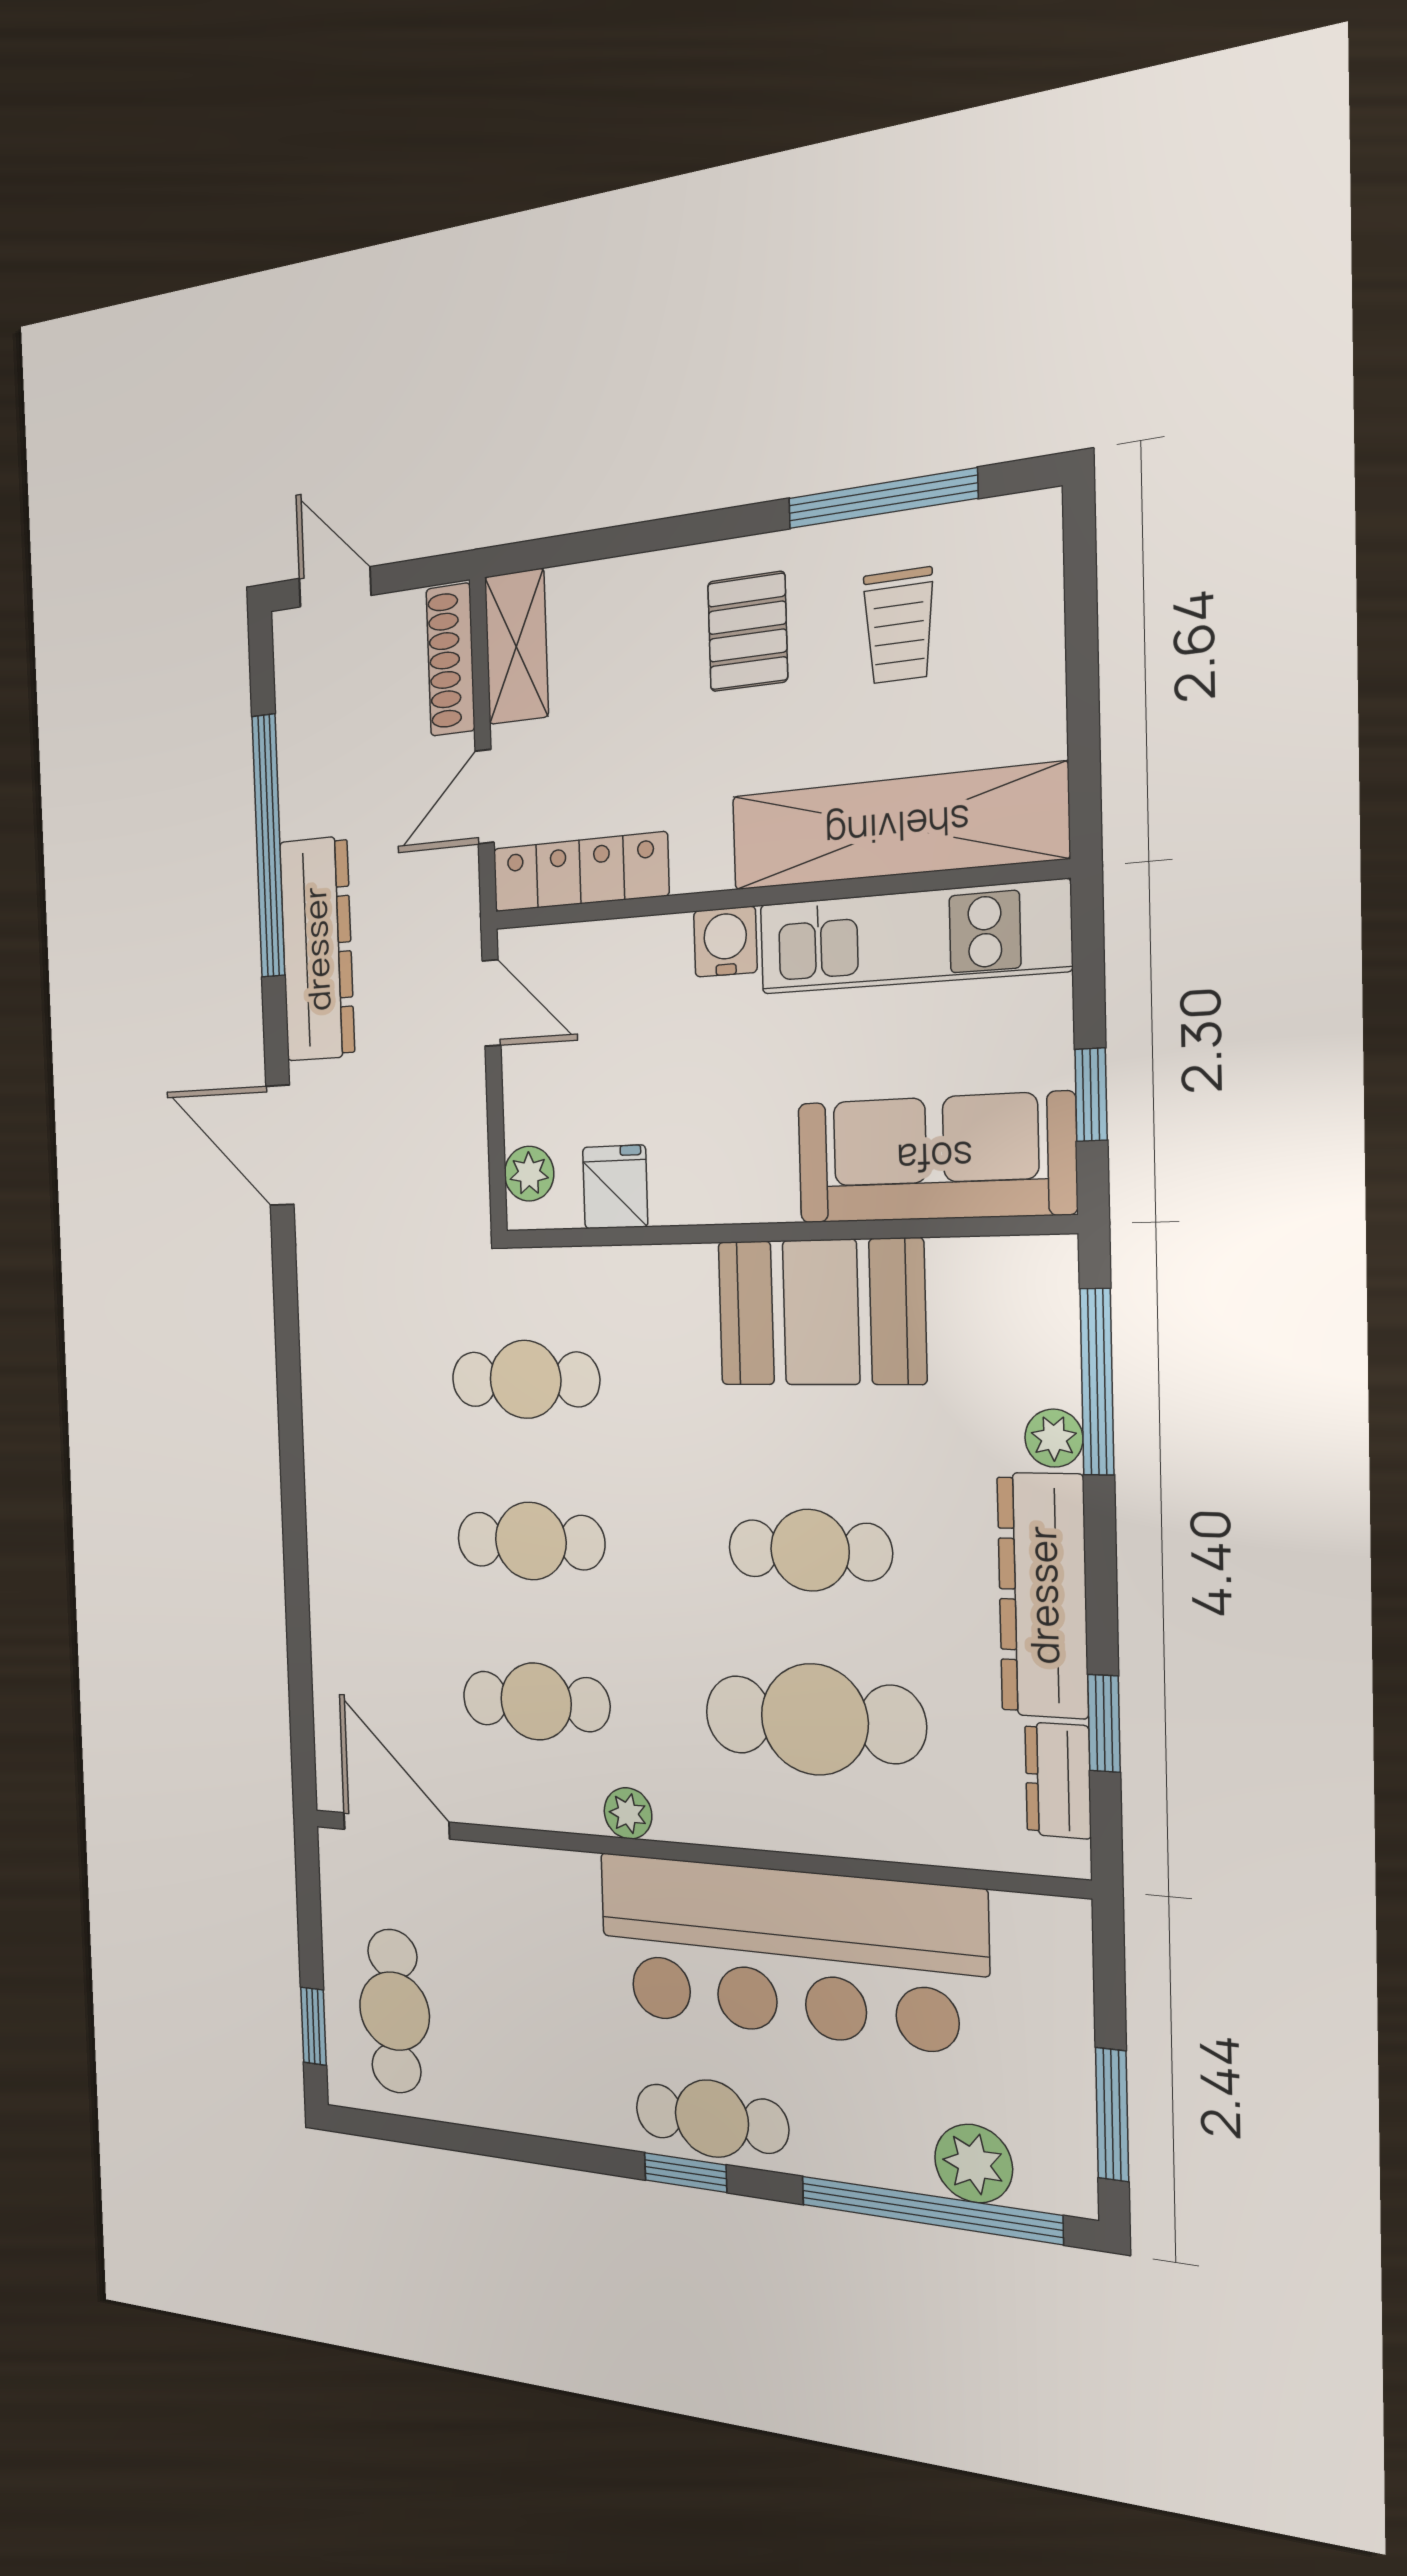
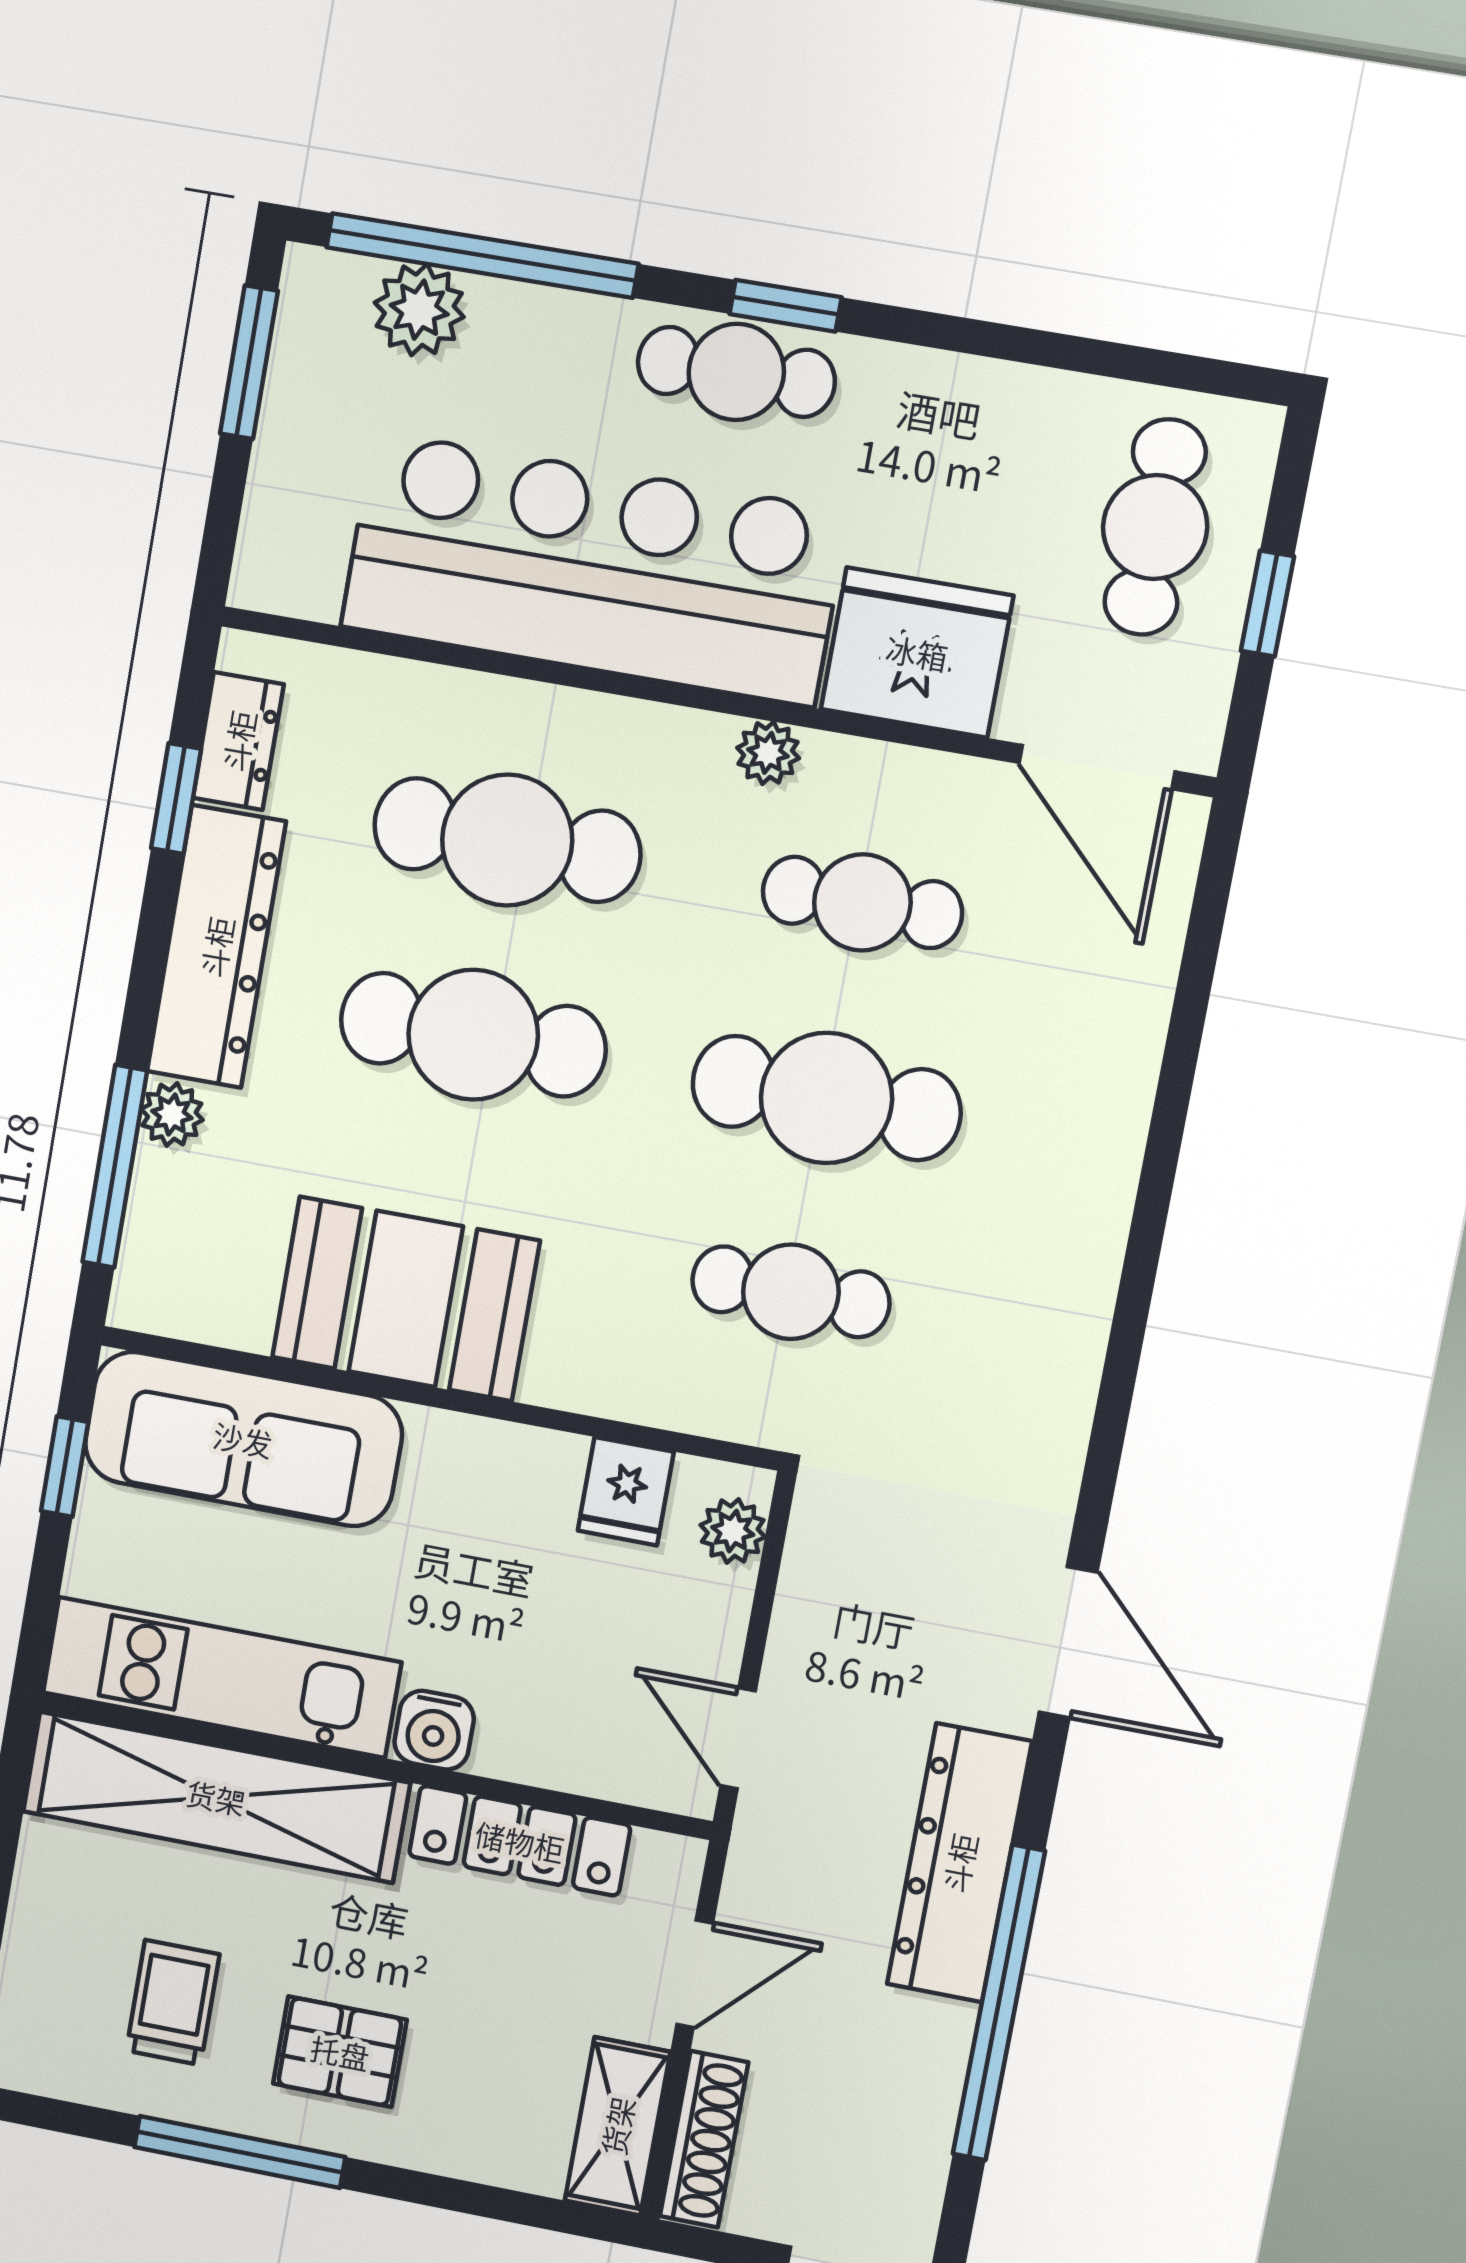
window: (882, 498) -> (240, 2152), moved
pallet: (748, 632) -> (340, 2052), turned 90
locker: (580, 872) -> (520, 1841), moved
cafe table: (531, 1541) -> (826, 1098), width x1.37, depth x1.35
cafe table: (810, 1550) -> (473, 1035), width x1.37, depth x1.35
fridge: (537, 1903) -> (917, 652), added
window: (313, 2026) -> (1267, 603), moved

